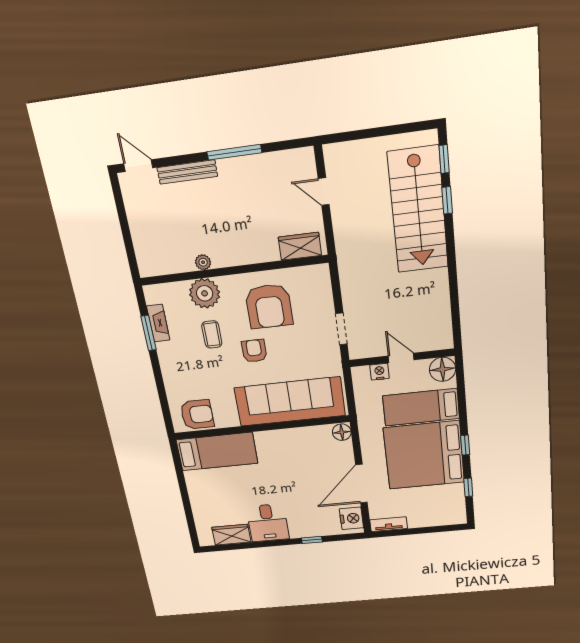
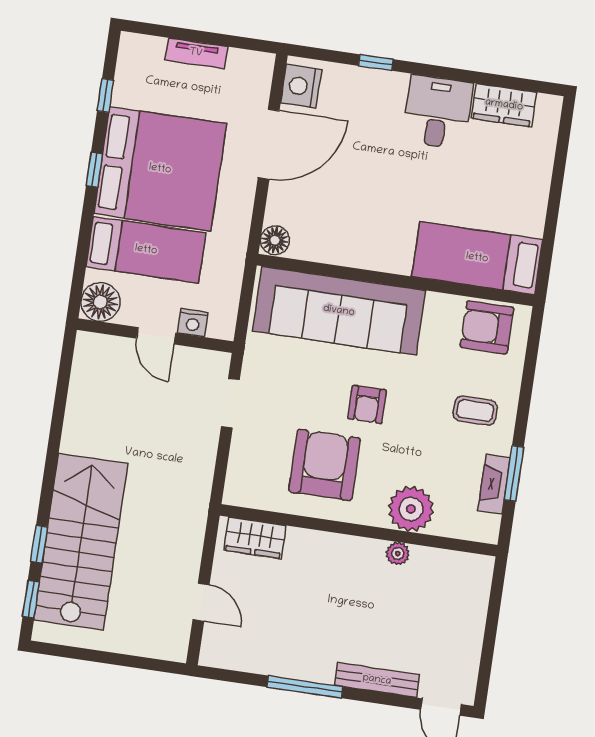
coffee table: (212, 334) -> (475, 411), moved, turned 90
tv unit: (389, 524) -> (196, 53), moved

